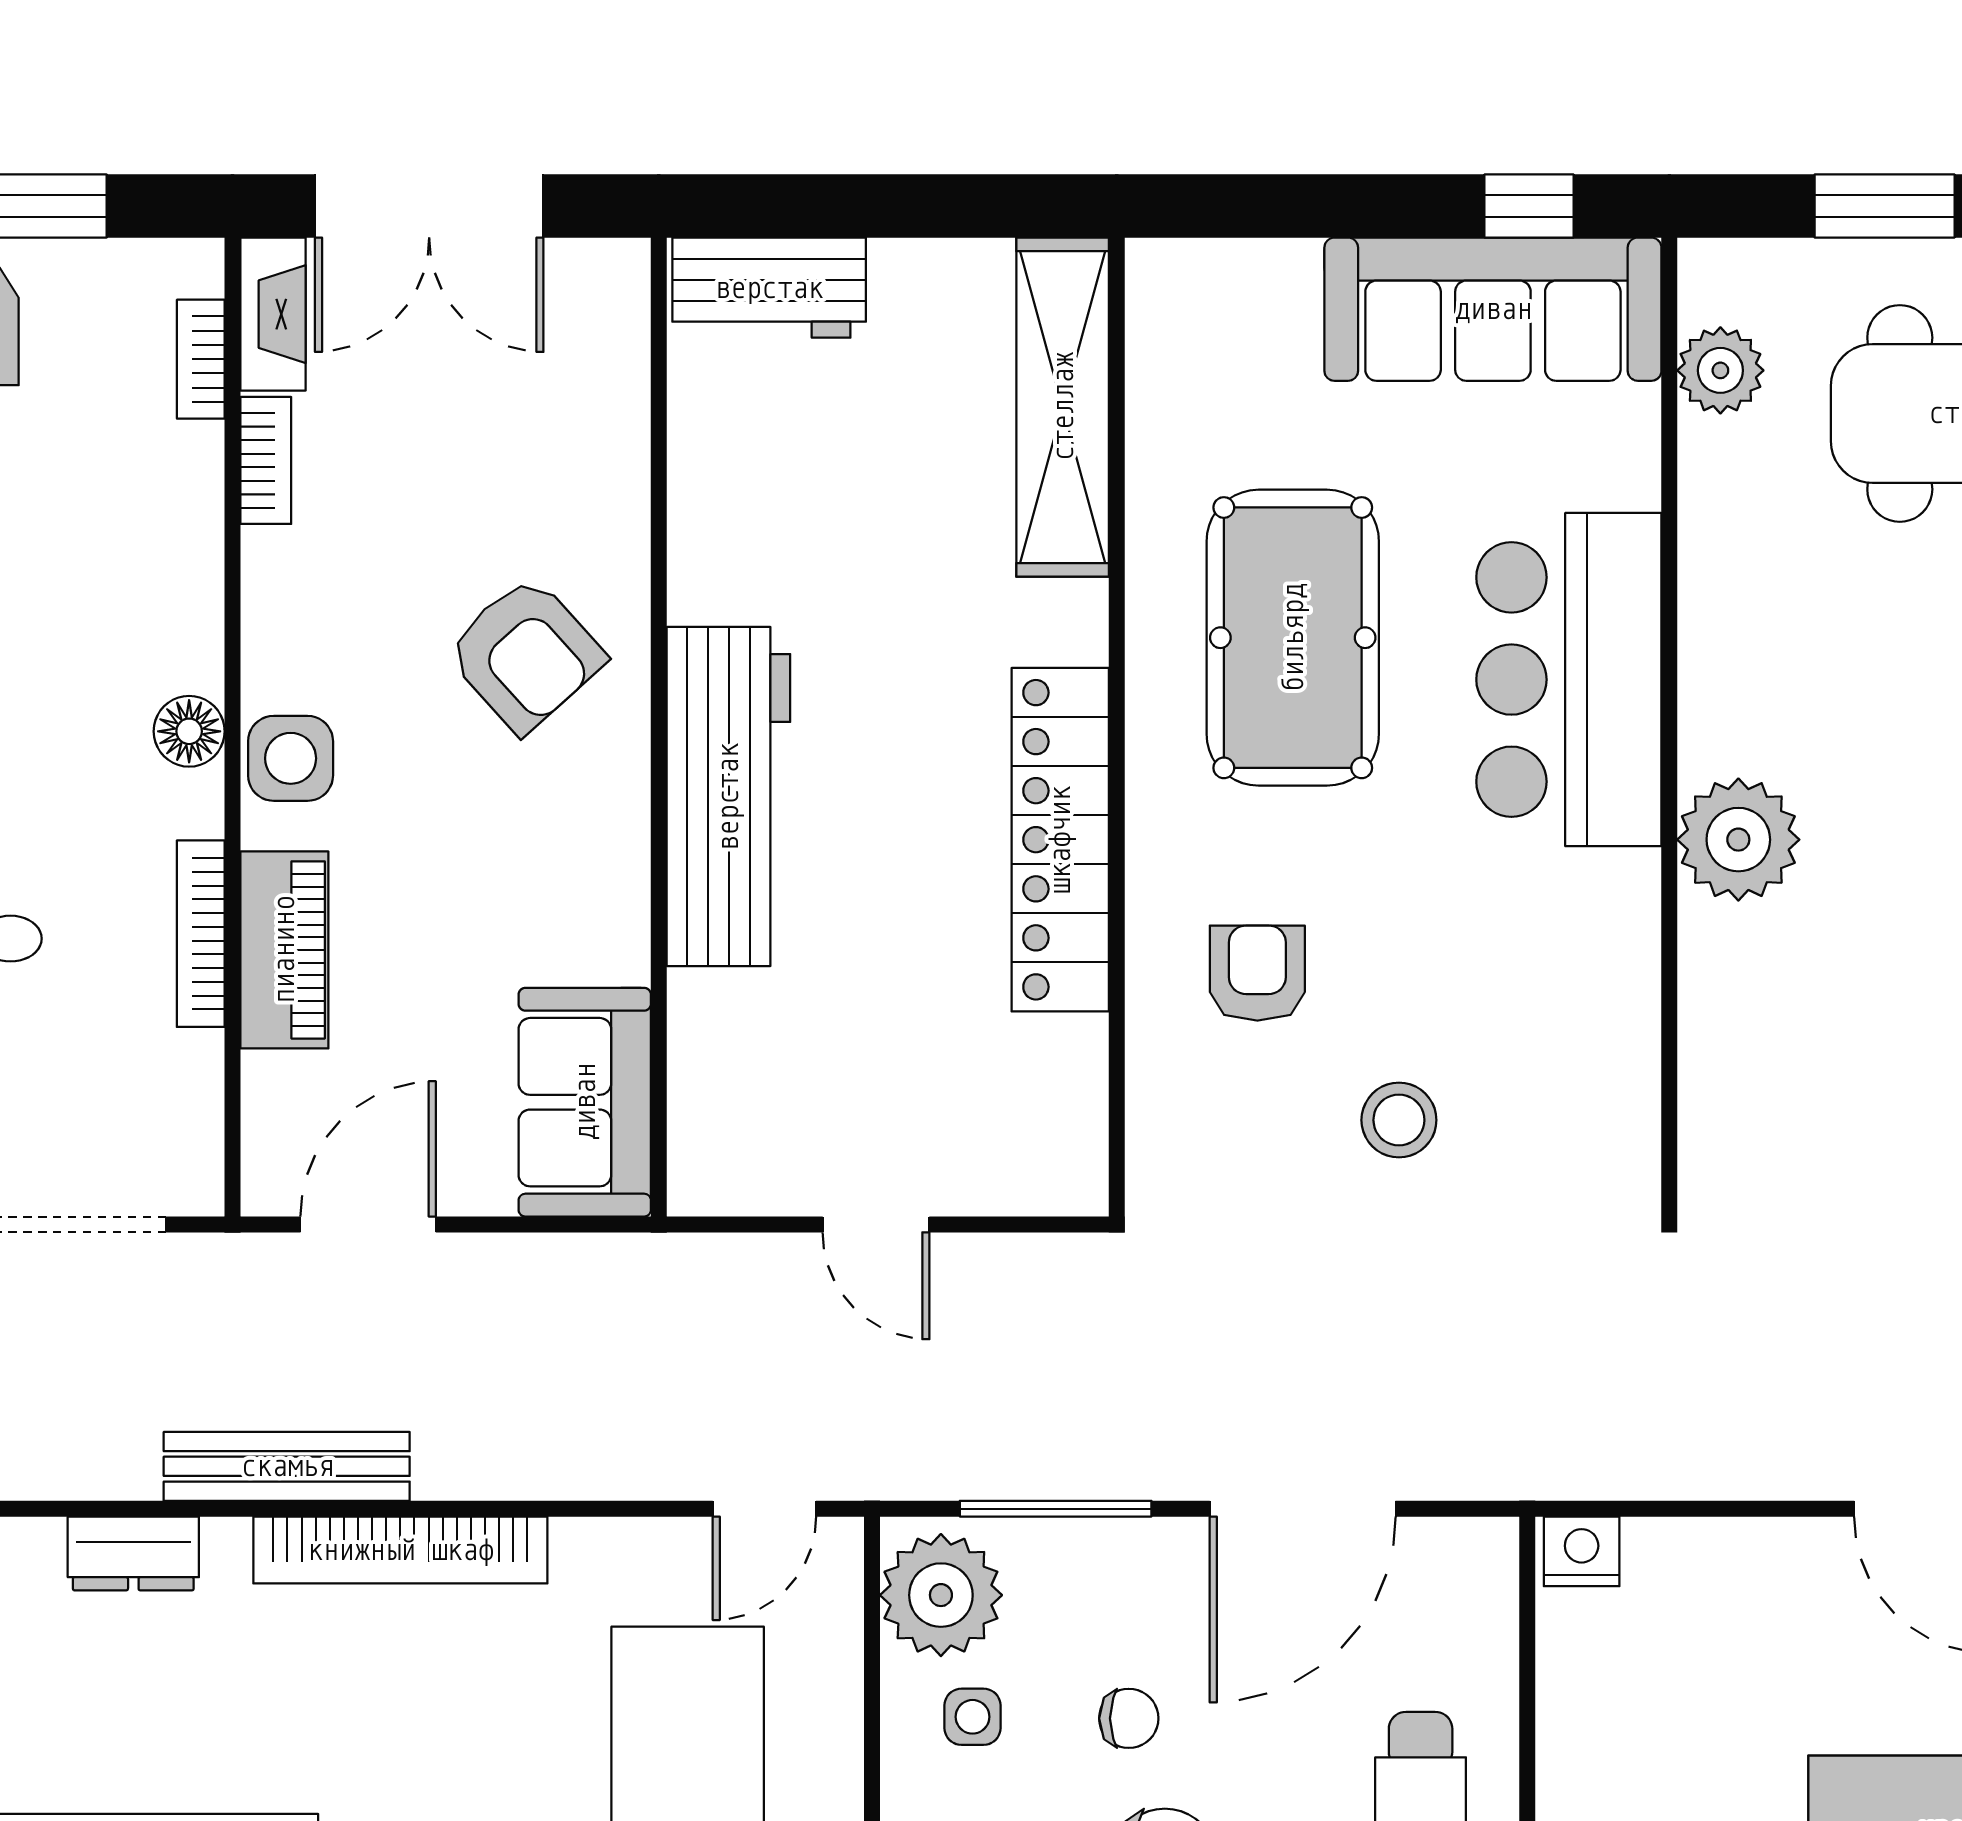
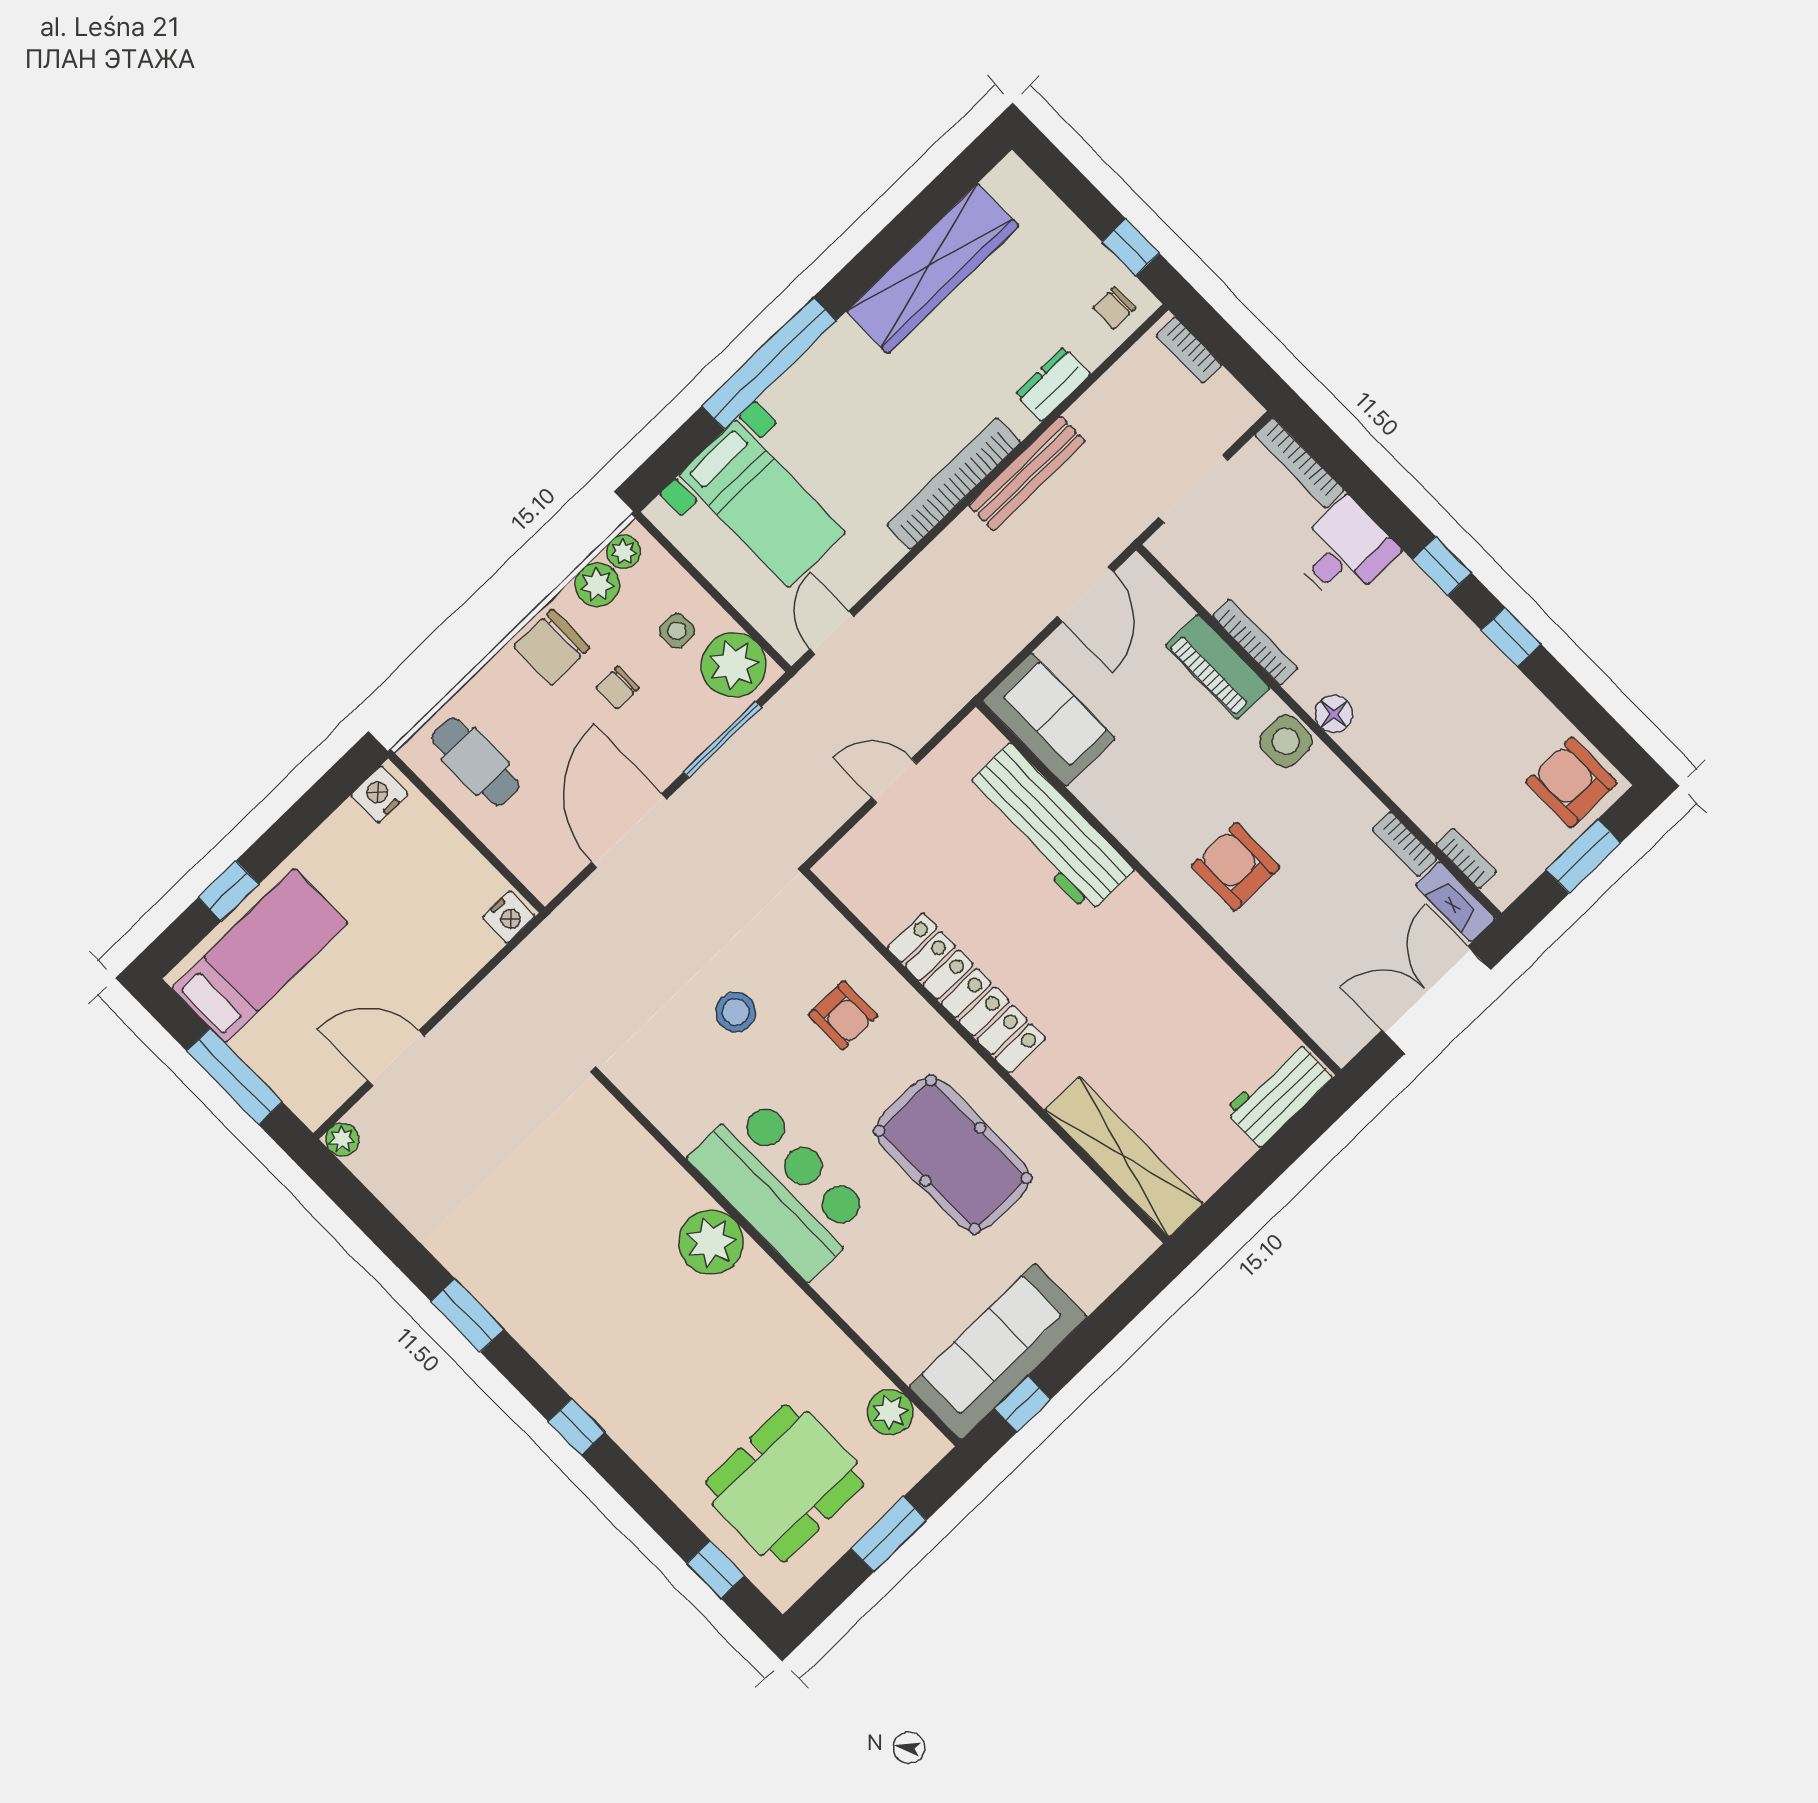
armchair: (525, 654) -> (1235, 866), turned 42
bar counter: (1569, 680) -> (782, 1187), moved
workbench: (728, 797) -> (1049, 828), moved

